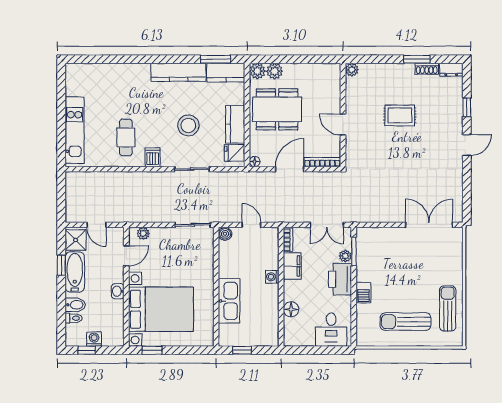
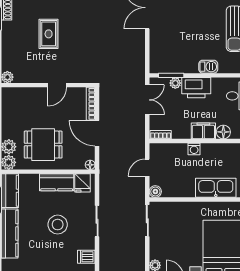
dining table: (277, 109) -> (43, 145), width x0.73
filing cabinet: (292, 266) -> (203, 131), moved

